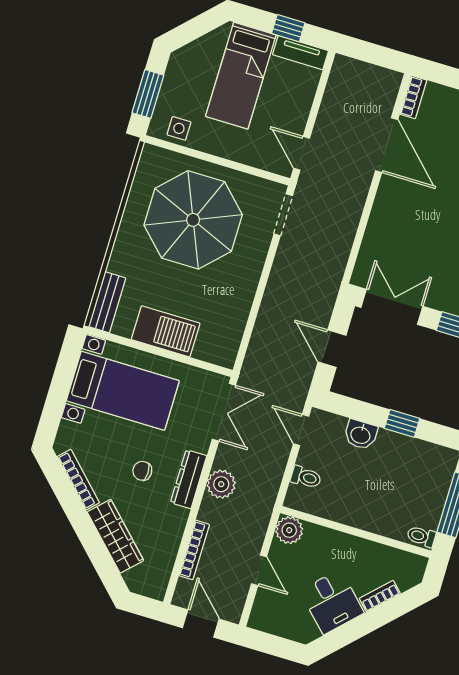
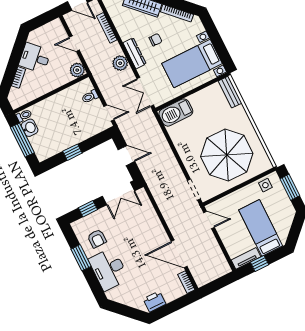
barbecue: (166, 331) -> (176, 113), moved
washbasin: (361, 435) -> (30, 128), moved, turned 90

